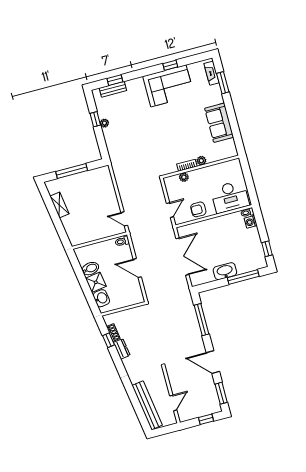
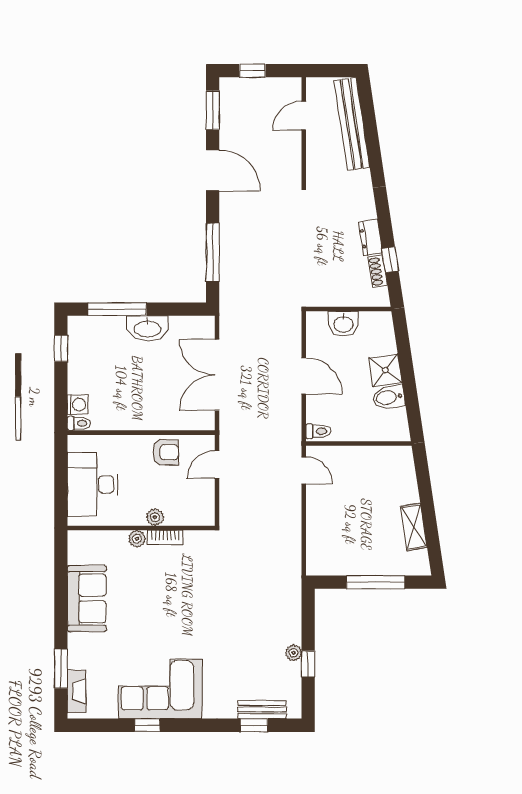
plant: (184, 177) -> (155, 517), moved
desk: (230, 197) -> (93, 484), moved, turned -90
washbasin: (101, 298) -> (343, 324), moved, turned -81

